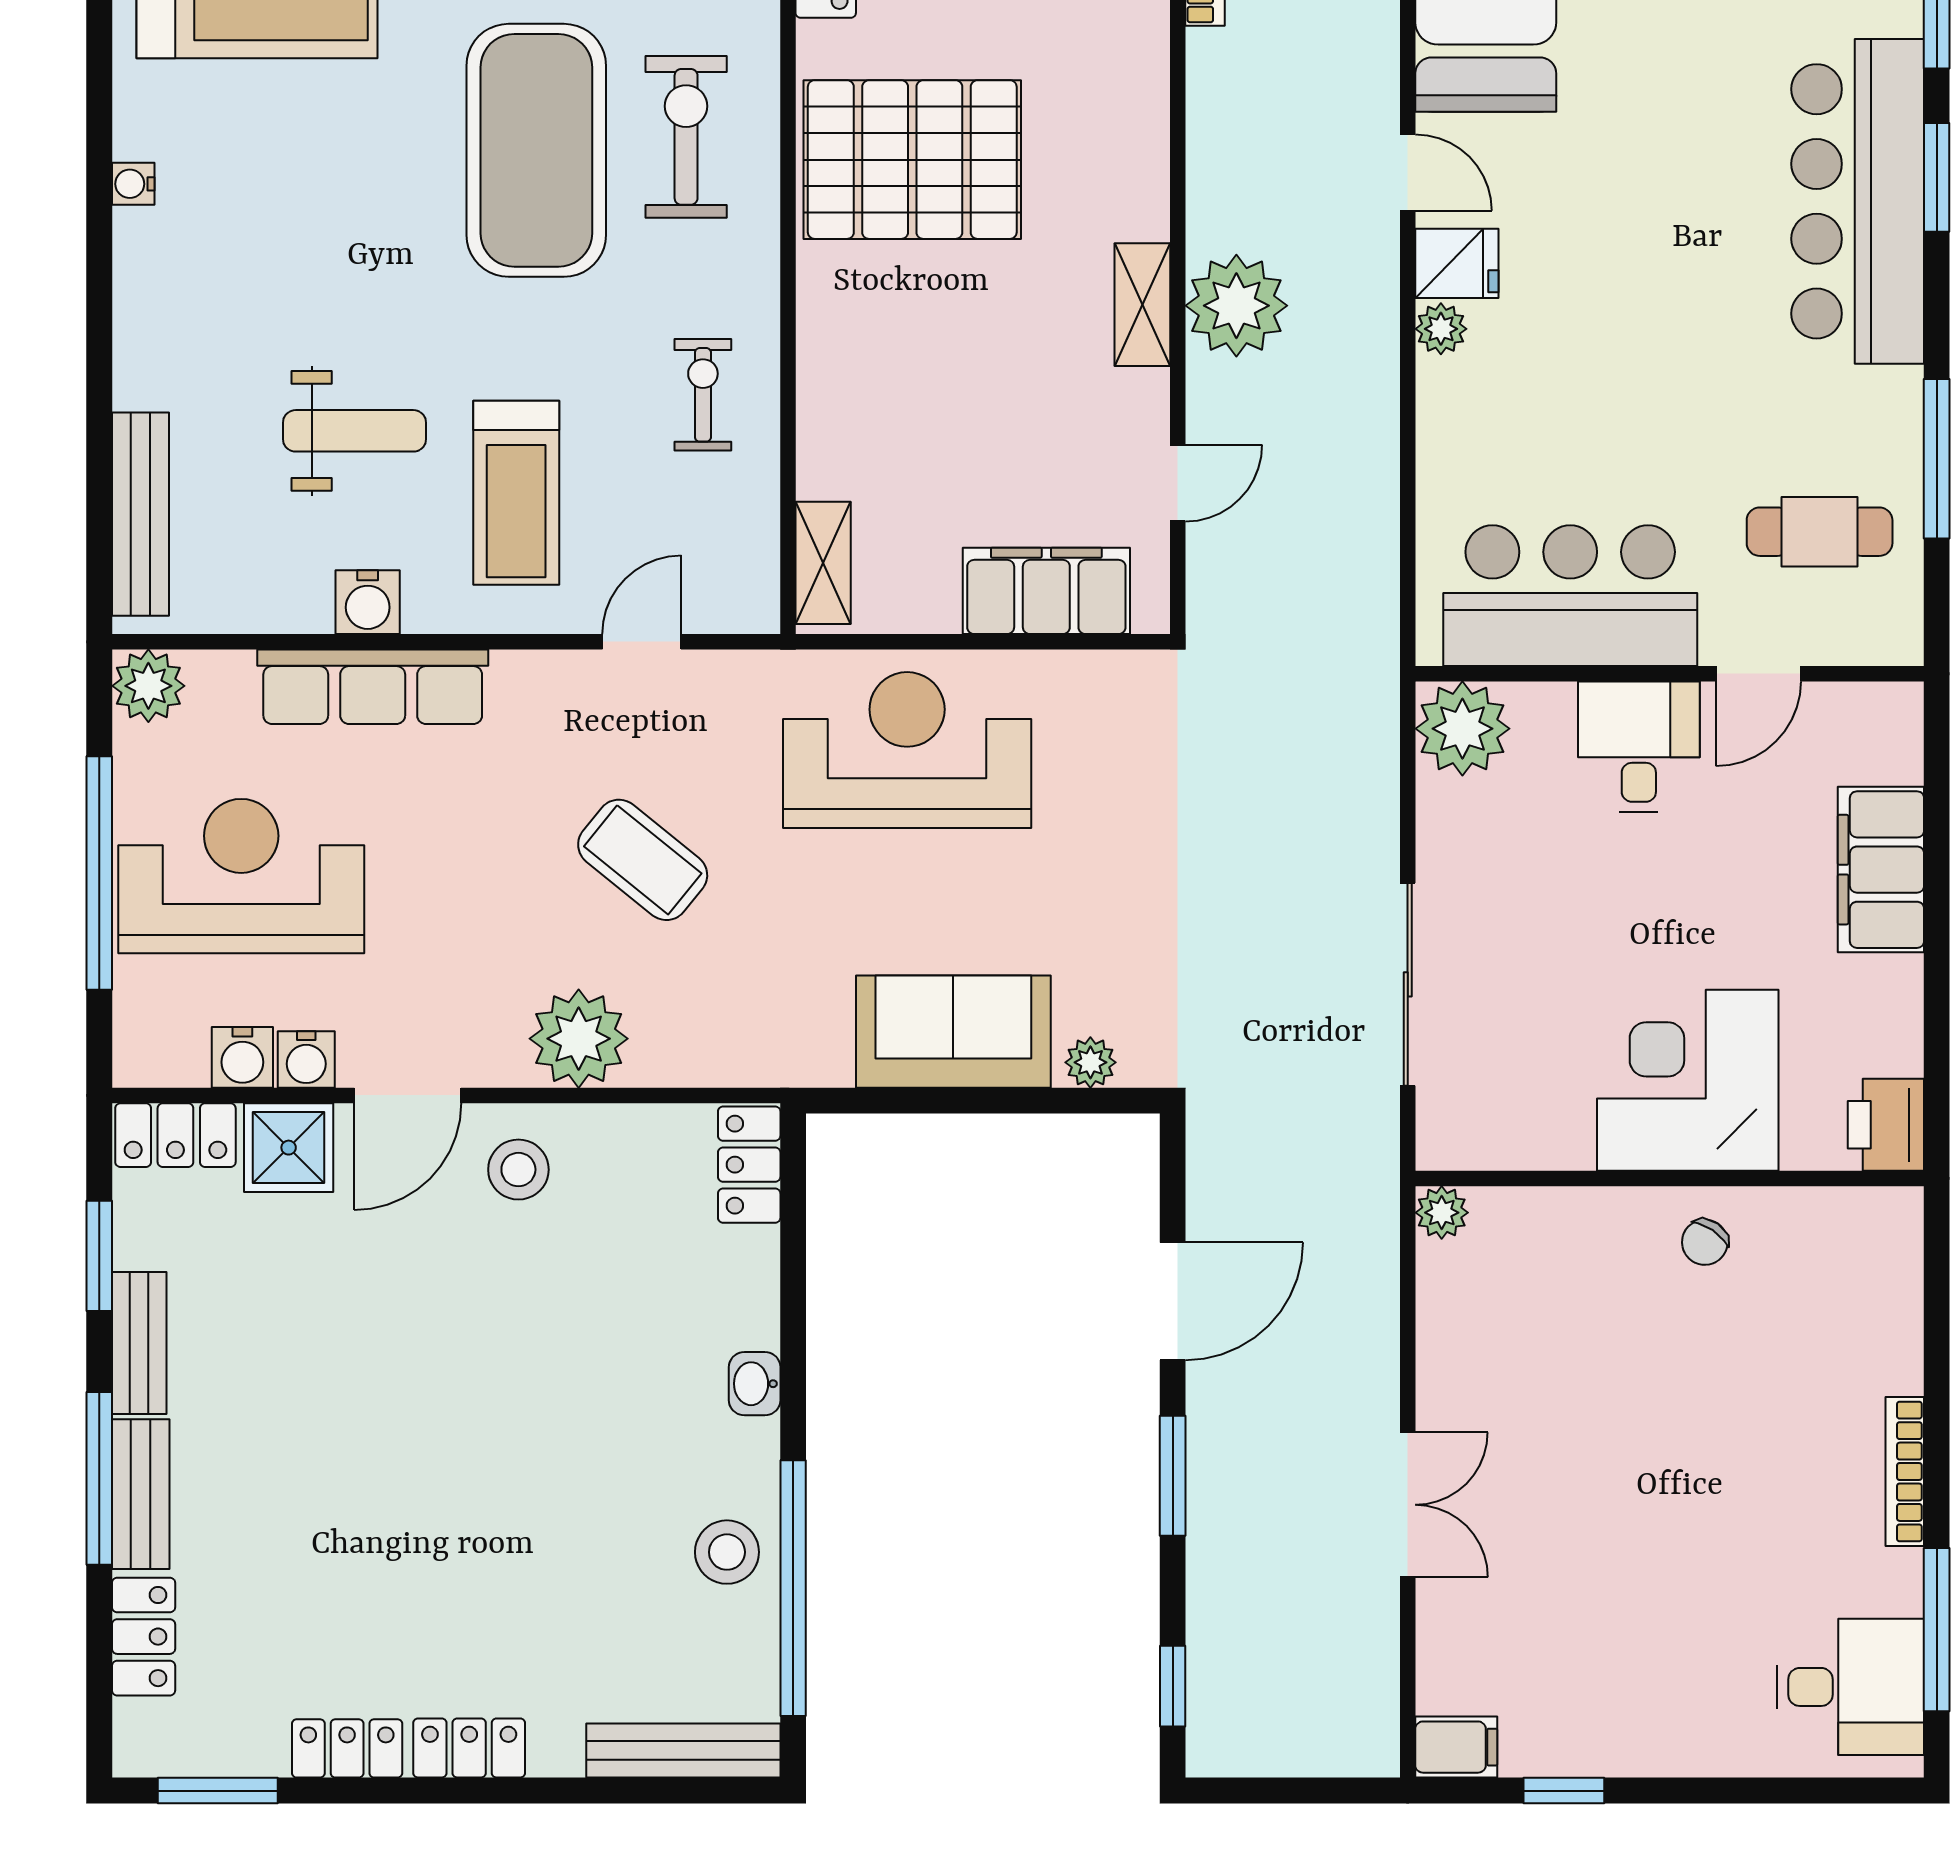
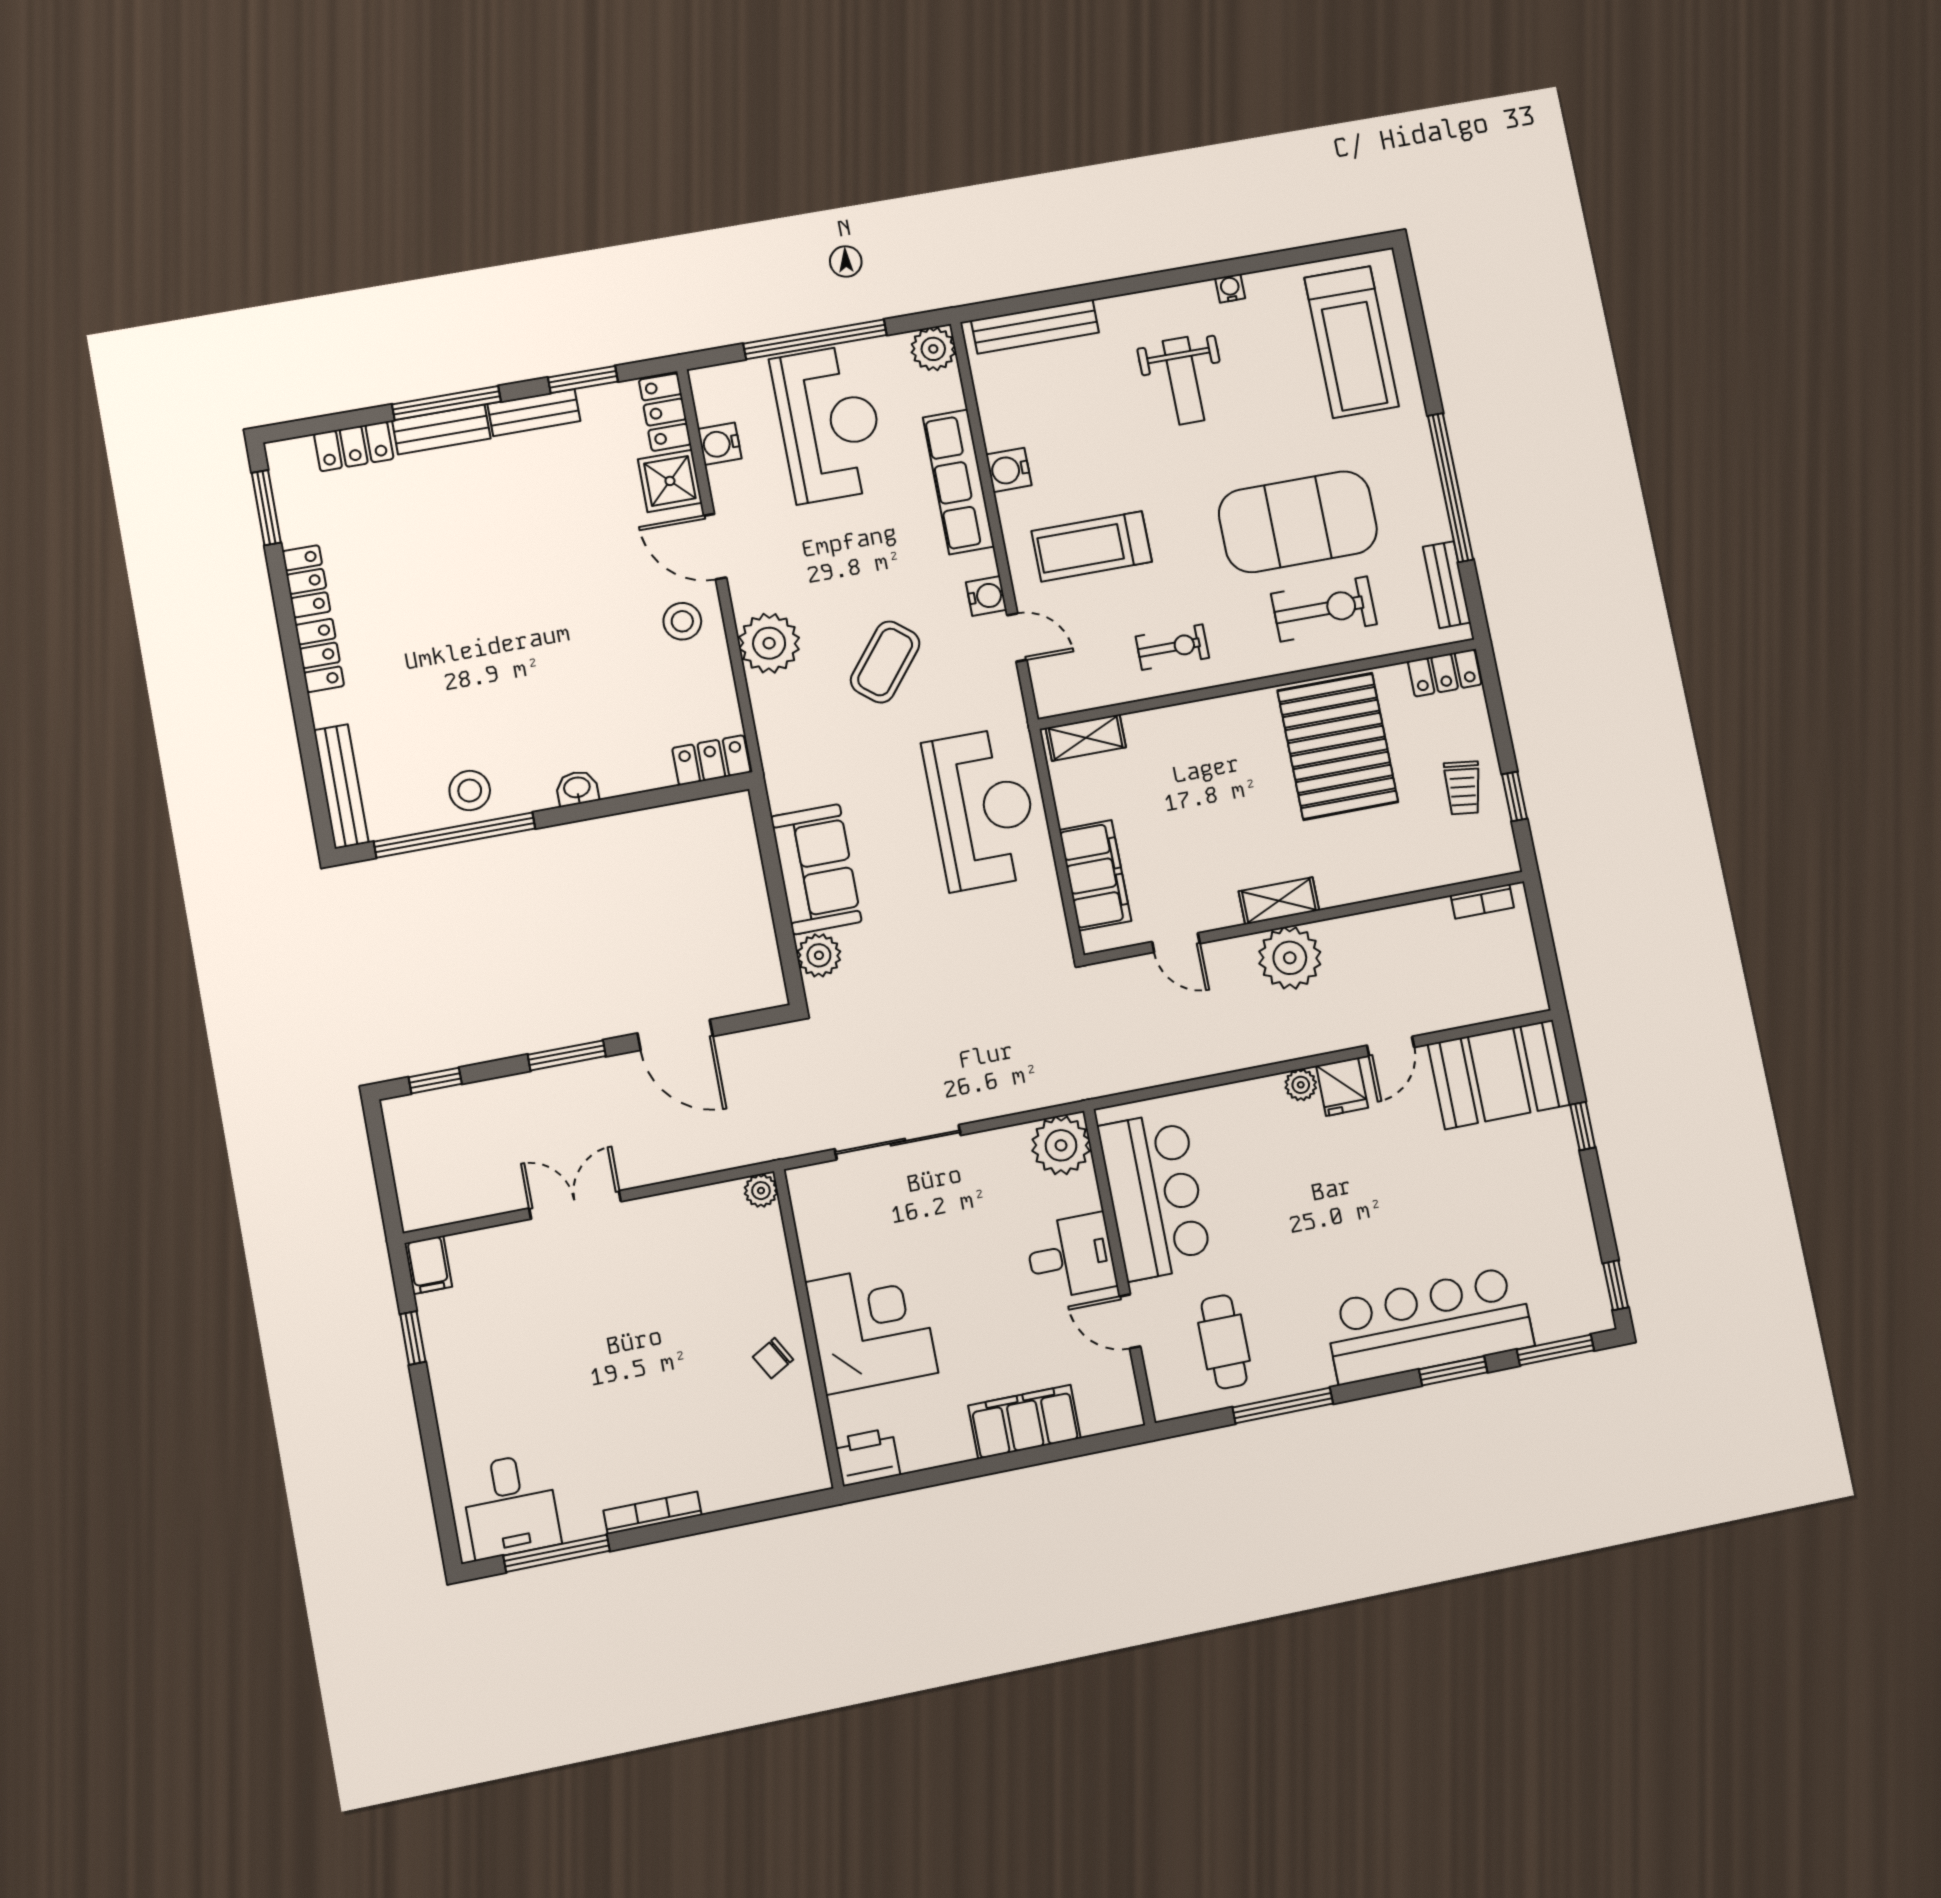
weight bench: (355, 431) -> (1184, 381), moved
water cooler: (306, 1059) -> (986, 596), moved, turned 180
plant: (1090, 1062) -> (819, 955), width x1.38, depth x1.38
chair: (1705, 1242) -> (773, 1358), turned -64
double door: (1408, 1505) -> (575, 1205), swing flipped

